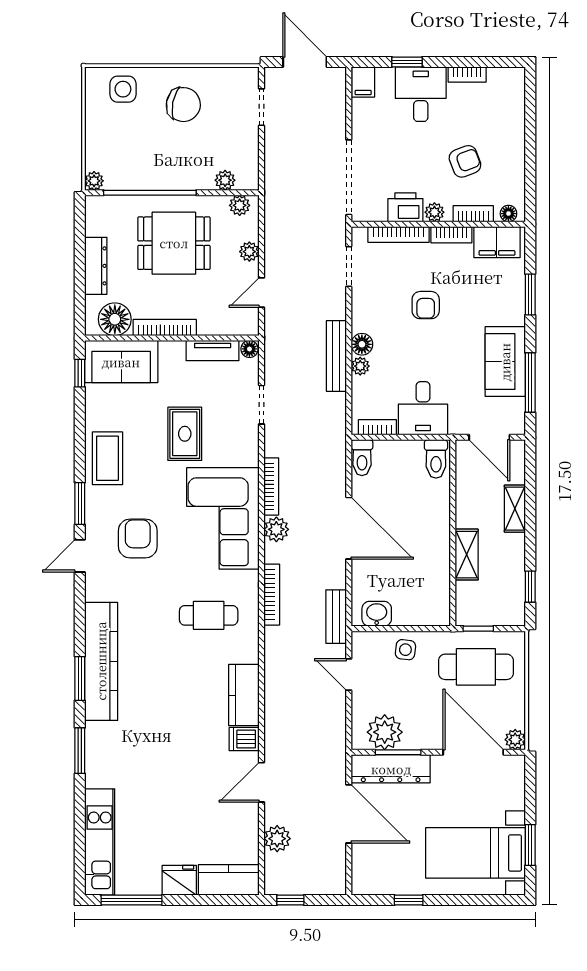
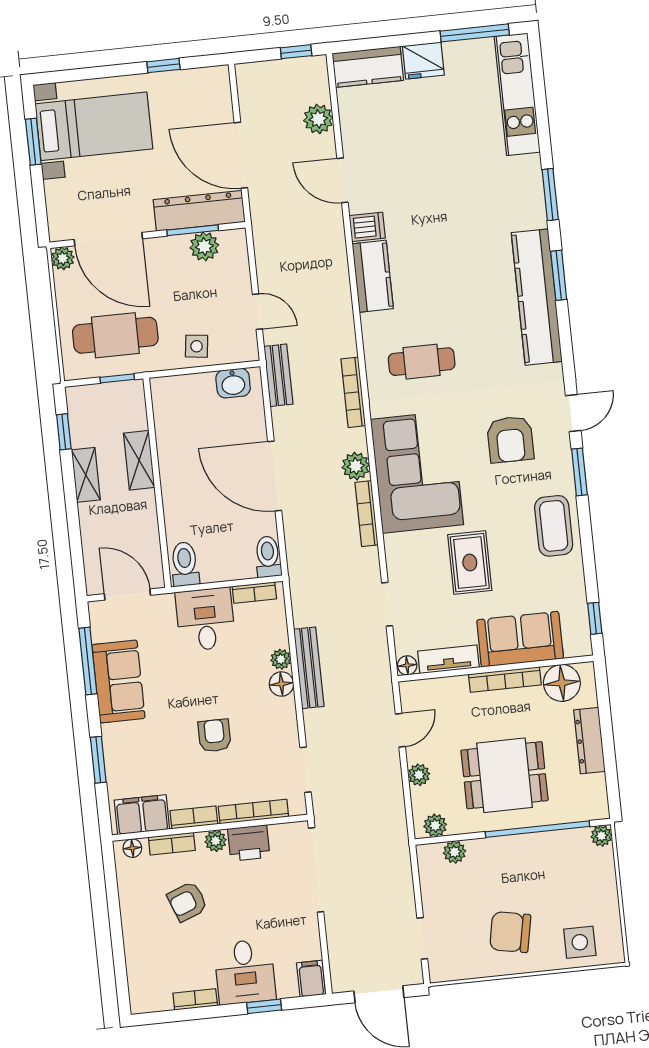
sofa: (121, 362) -> (520, 639), moved
shelving: (515, 509) -> (86, 475), moved
plant: (385, 732) -> (204, 246), width x0.73, depth x0.73
door: (261, 782) -> (343, 180), swing flipped

